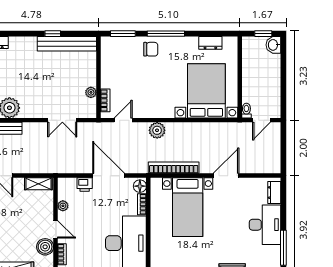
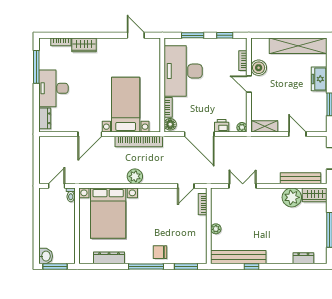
window: (263, 34) -> (55, 267), width x1.50
dresser: (210, 43) -> (109, 258), width x1.44
plant: (91, 92) -> (216, 229), moved
plant: (157, 130) -> (135, 176), moved
plant: (63, 206) -> (242, 127), moved

